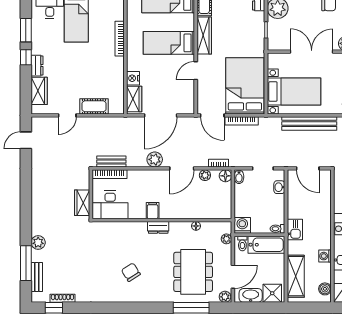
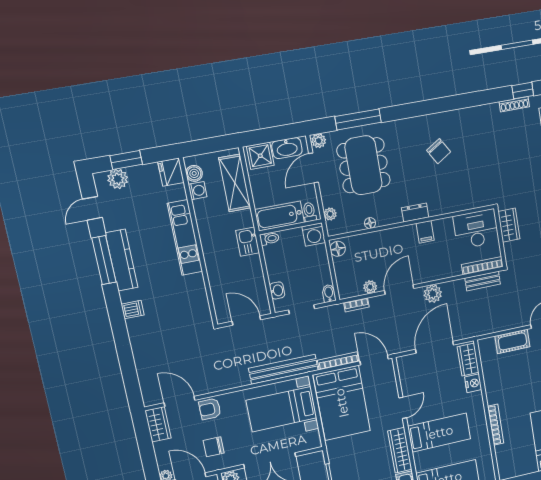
bench: (309, 123) -> (283, 369), moved
floor lamp: (225, 176) -> (338, 249), moved
washing machine: (325, 256) -> (198, 191), moved

